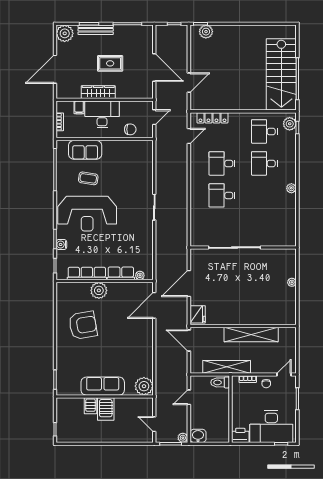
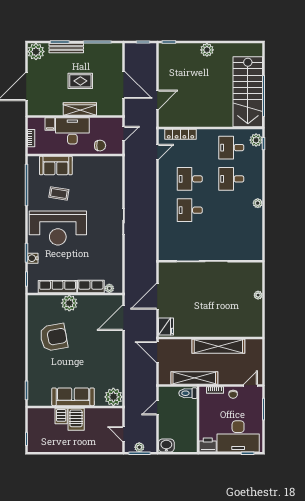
plant: (206, 32) -> (207, 50), moved
wardrobe: (98, 92) -> (80, 109), moved
plant: (183, 438) -> (139, 447), moved

